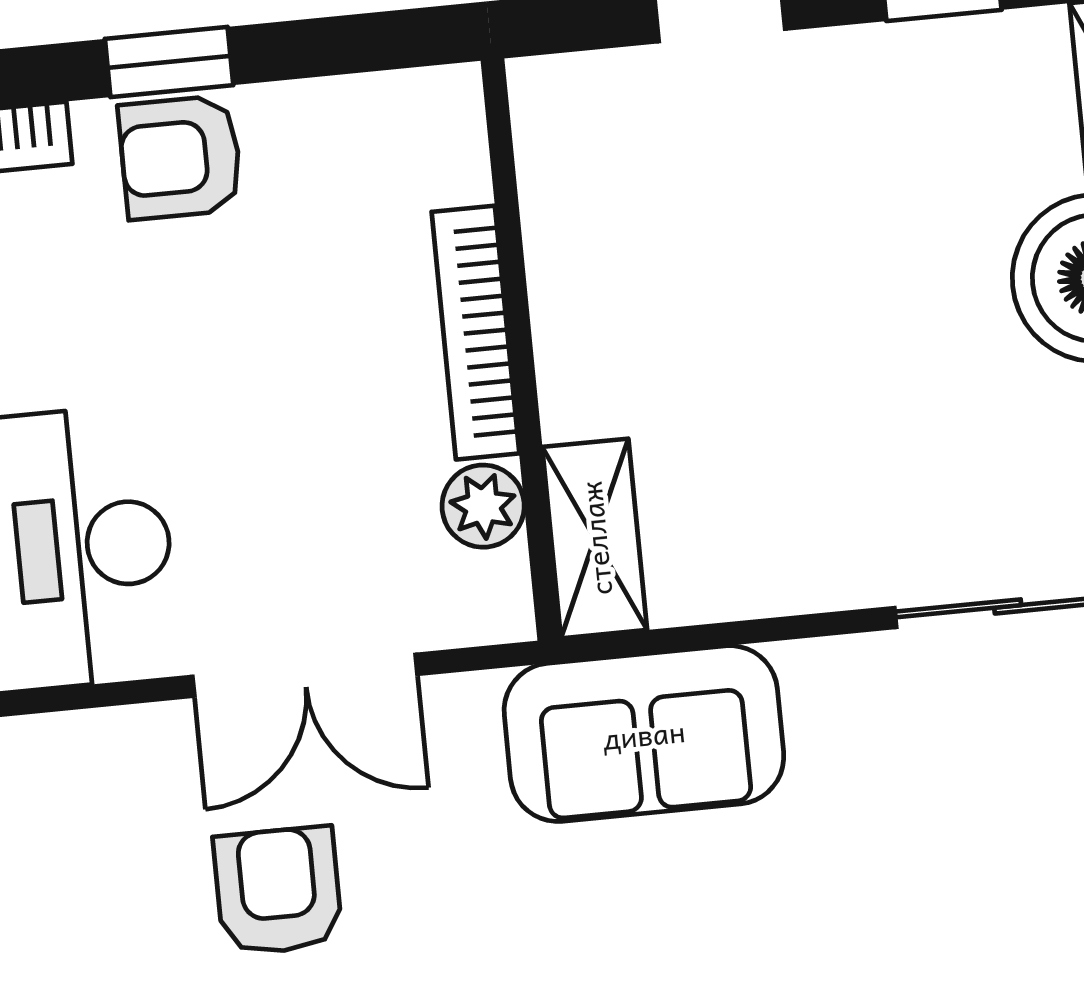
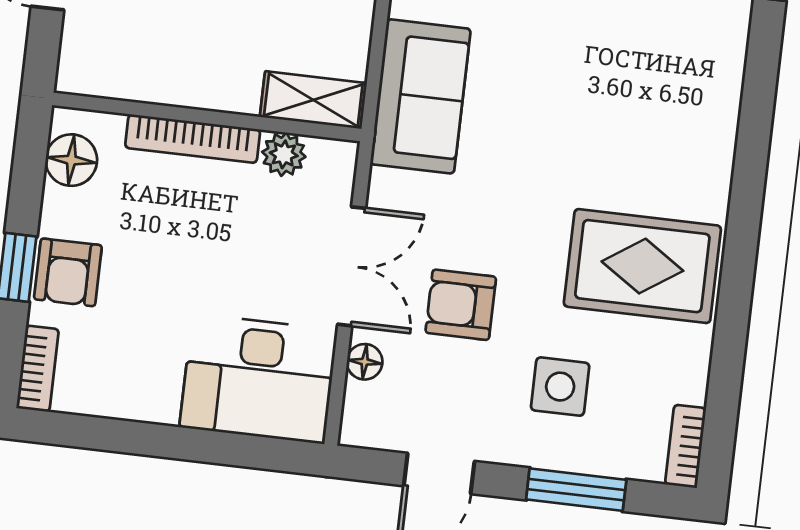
floor lamp: (388, 119) -> (71, 160), added
floor lamp: (135, 737) -> (365, 362), added

